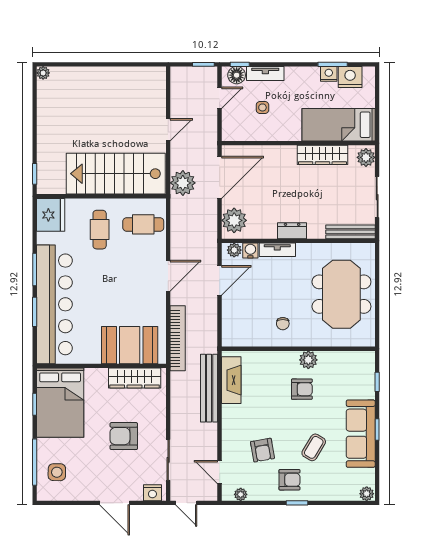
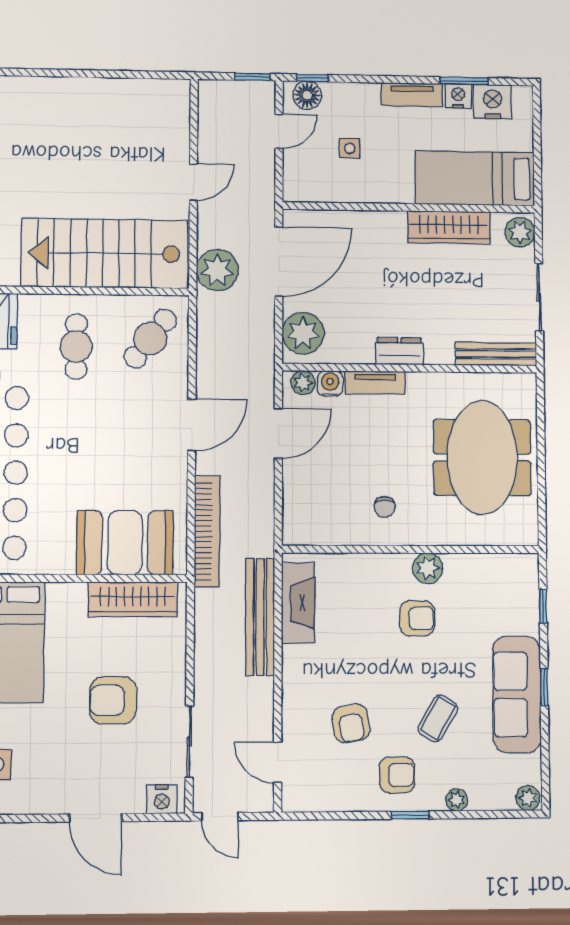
tv unit: (265, 74) -> (412, 95), moved
cafe table: (143, 224) -> (150, 339), turned -52
plant: (241, 494) -> (457, 800), moved

